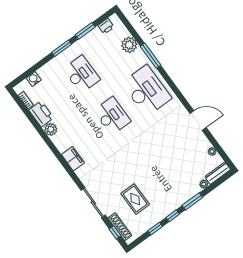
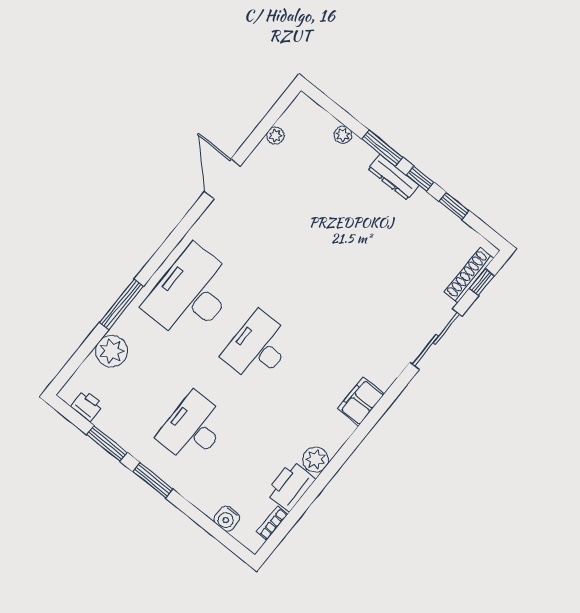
dresser: (218, 173) -> (394, 177), moved
rug: (135, 199) -> (407, 260), removed

